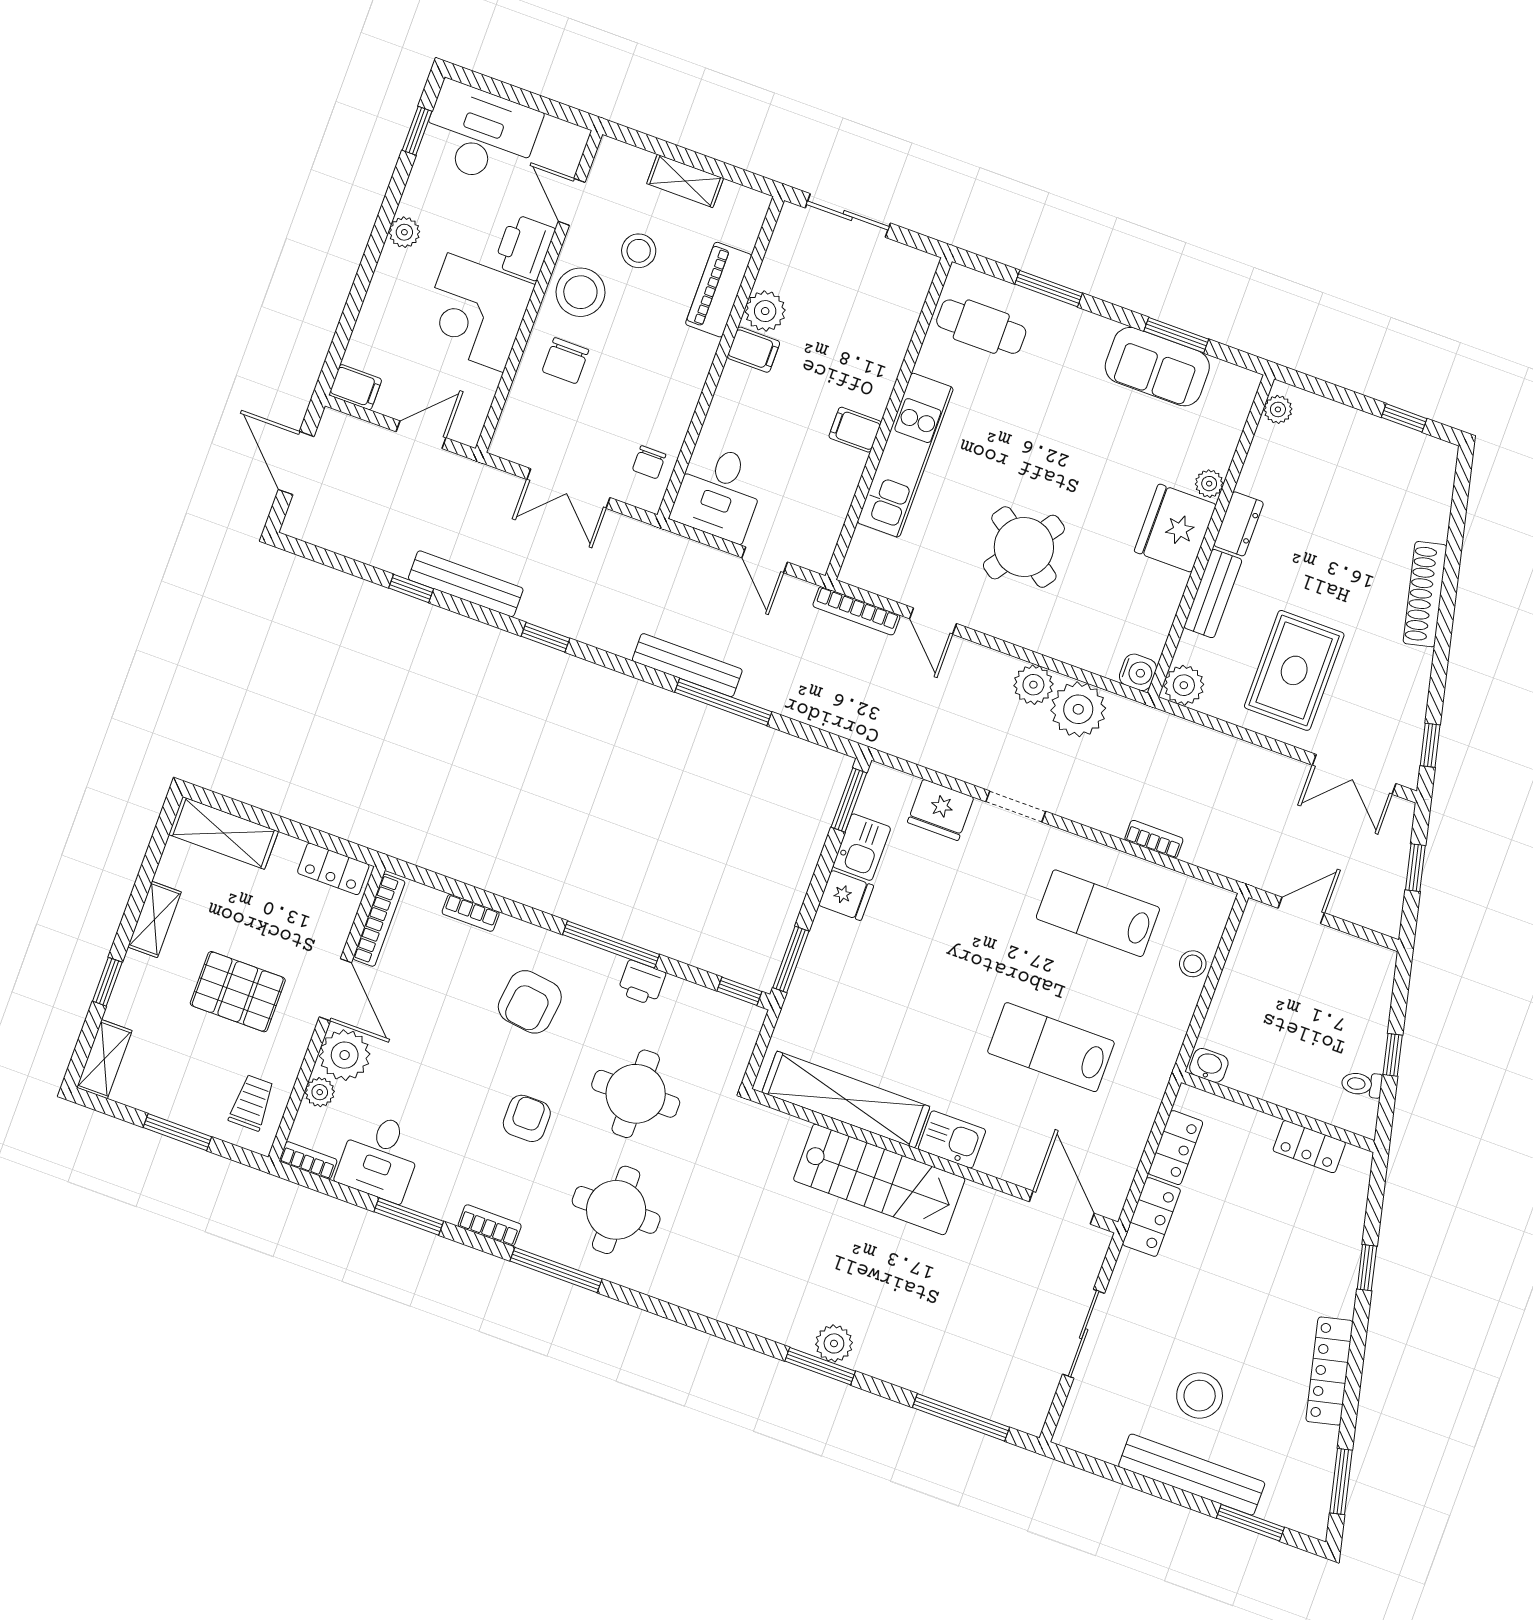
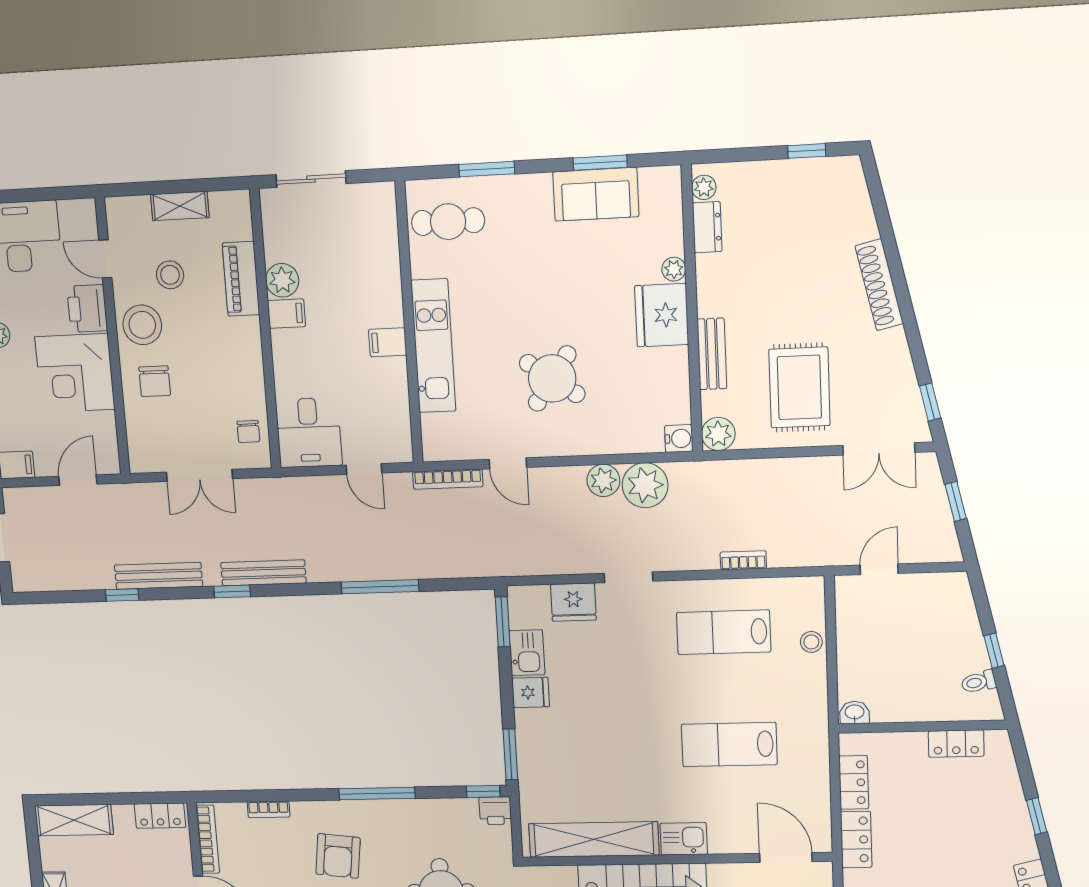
dresser: (1239, 524) -> (707, 227), moved
bench: (687, 665) -> (263, 573), moved
printer: (642, 983) -> (495, 811), moved

